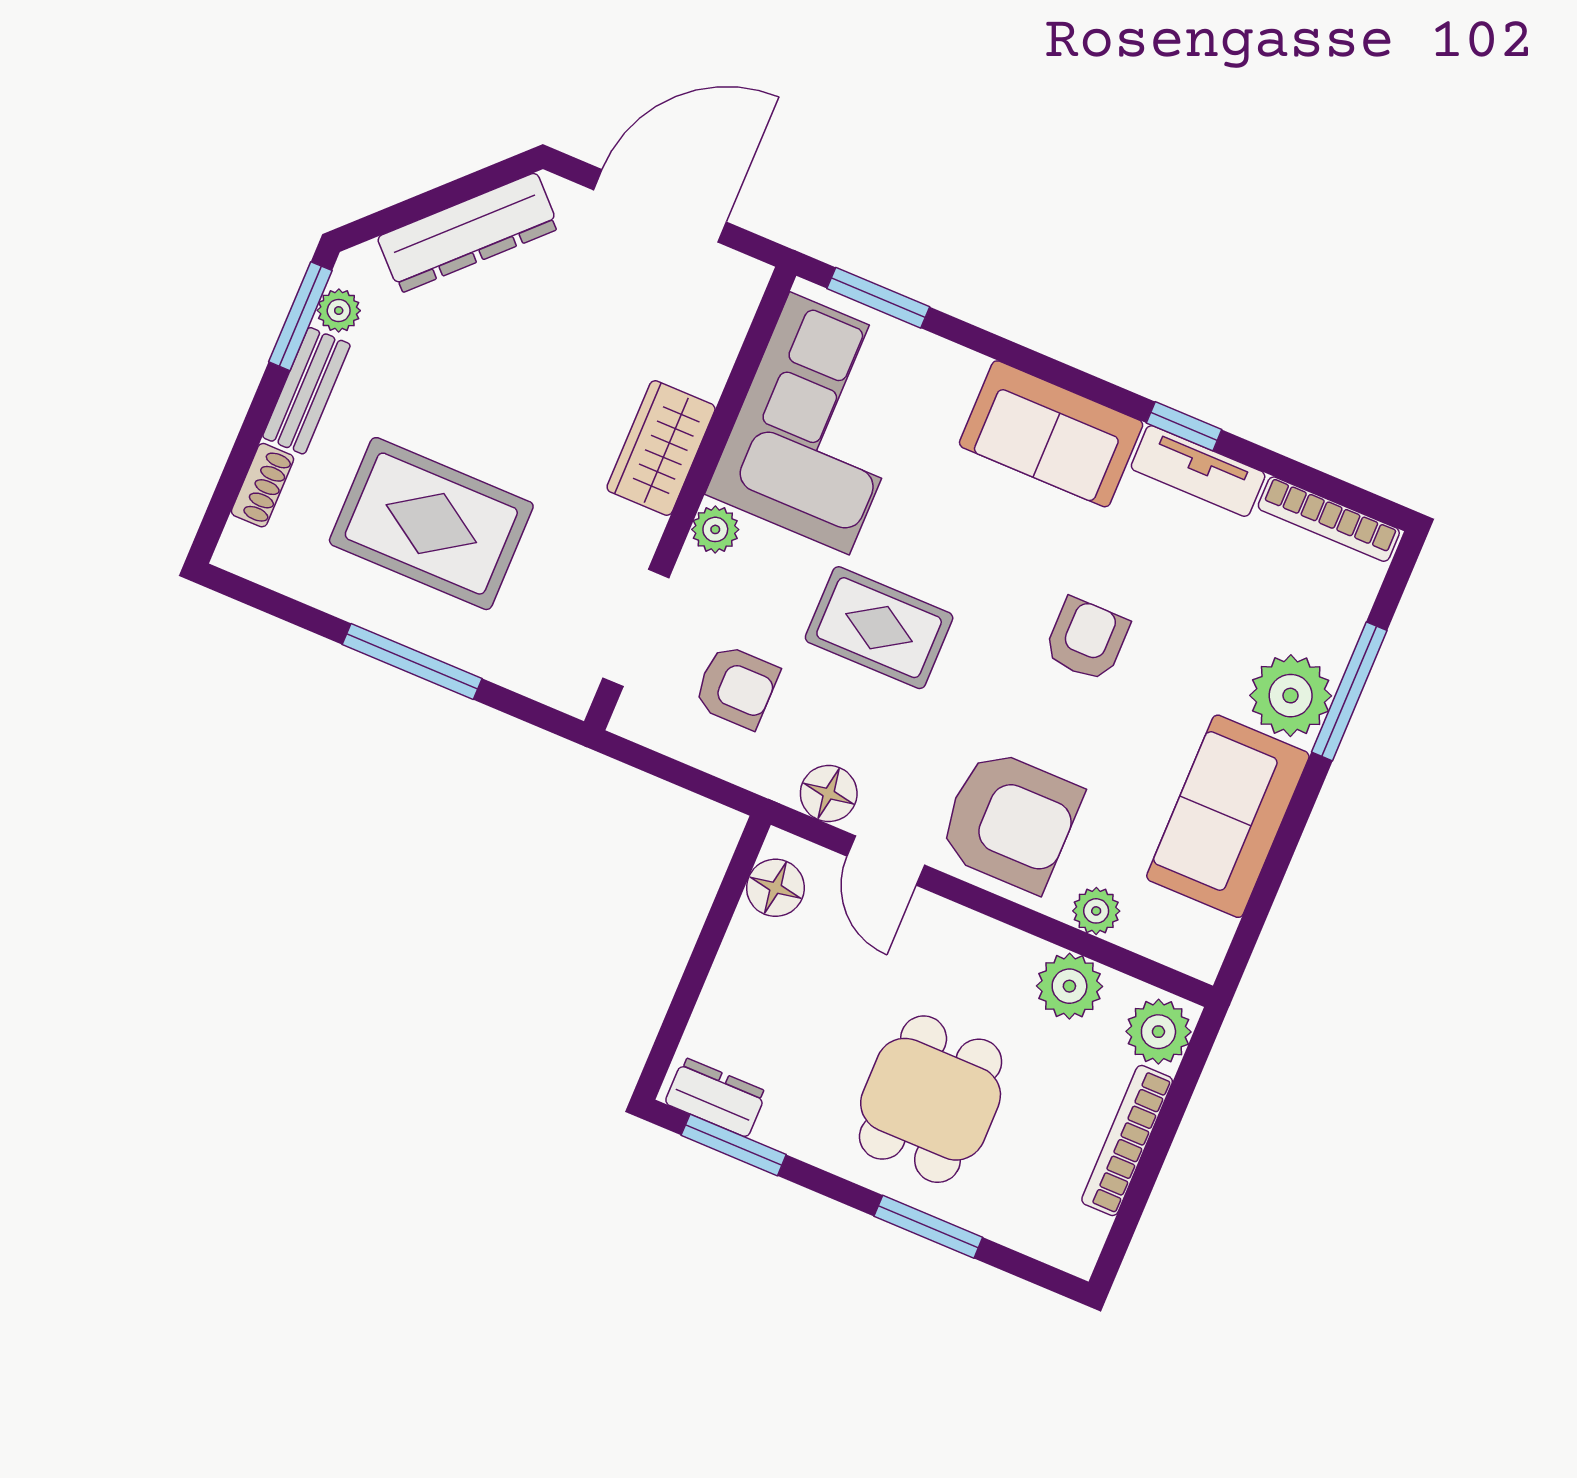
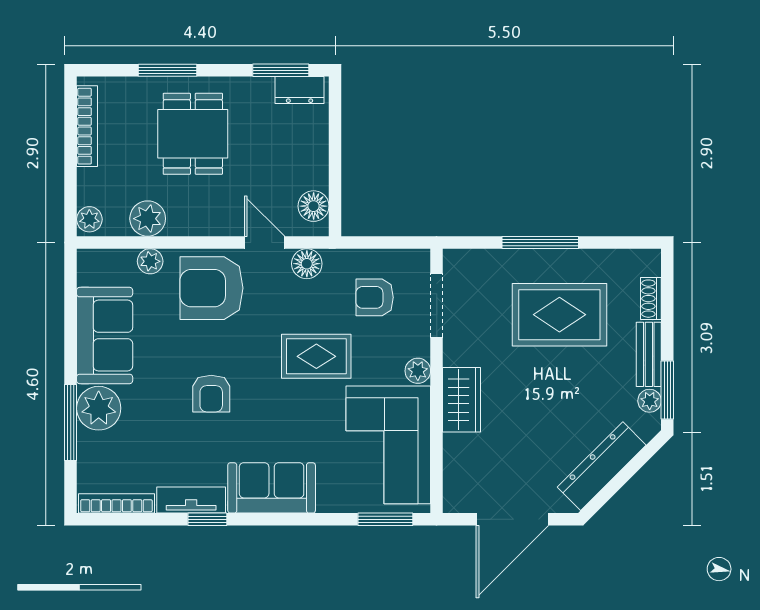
plant: (1158, 1032) -> (89, 219), width x0.73, depth x0.73
bookcase: (1127, 1140) -> (87, 126), moved

